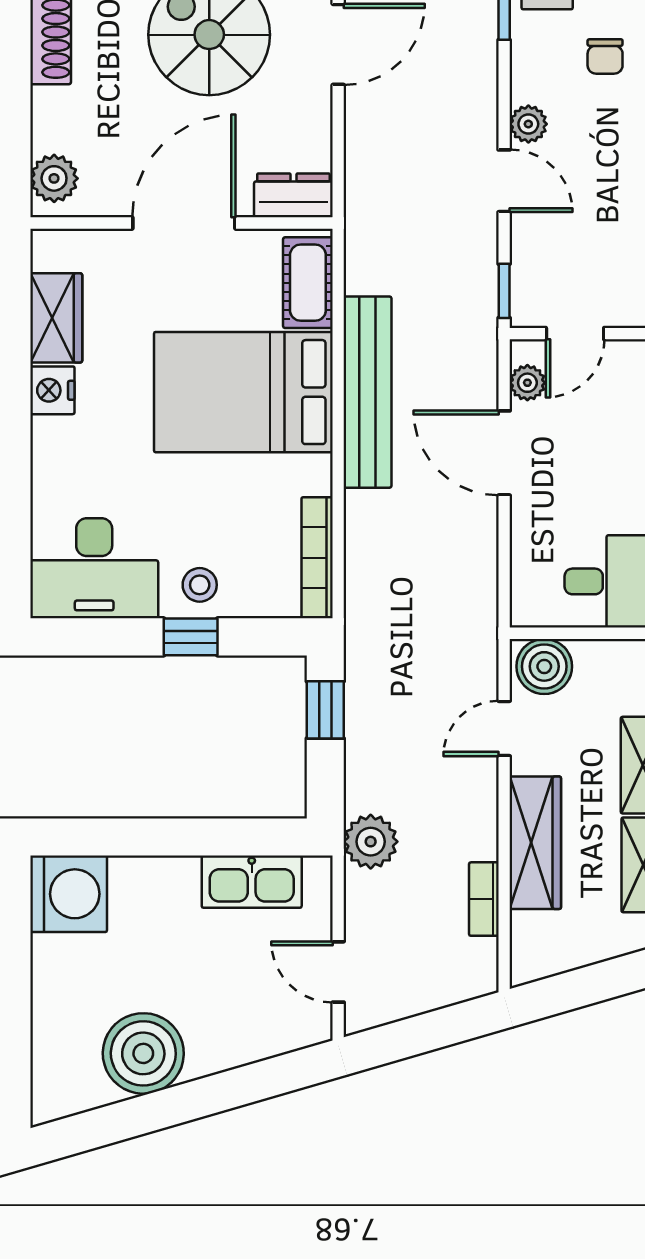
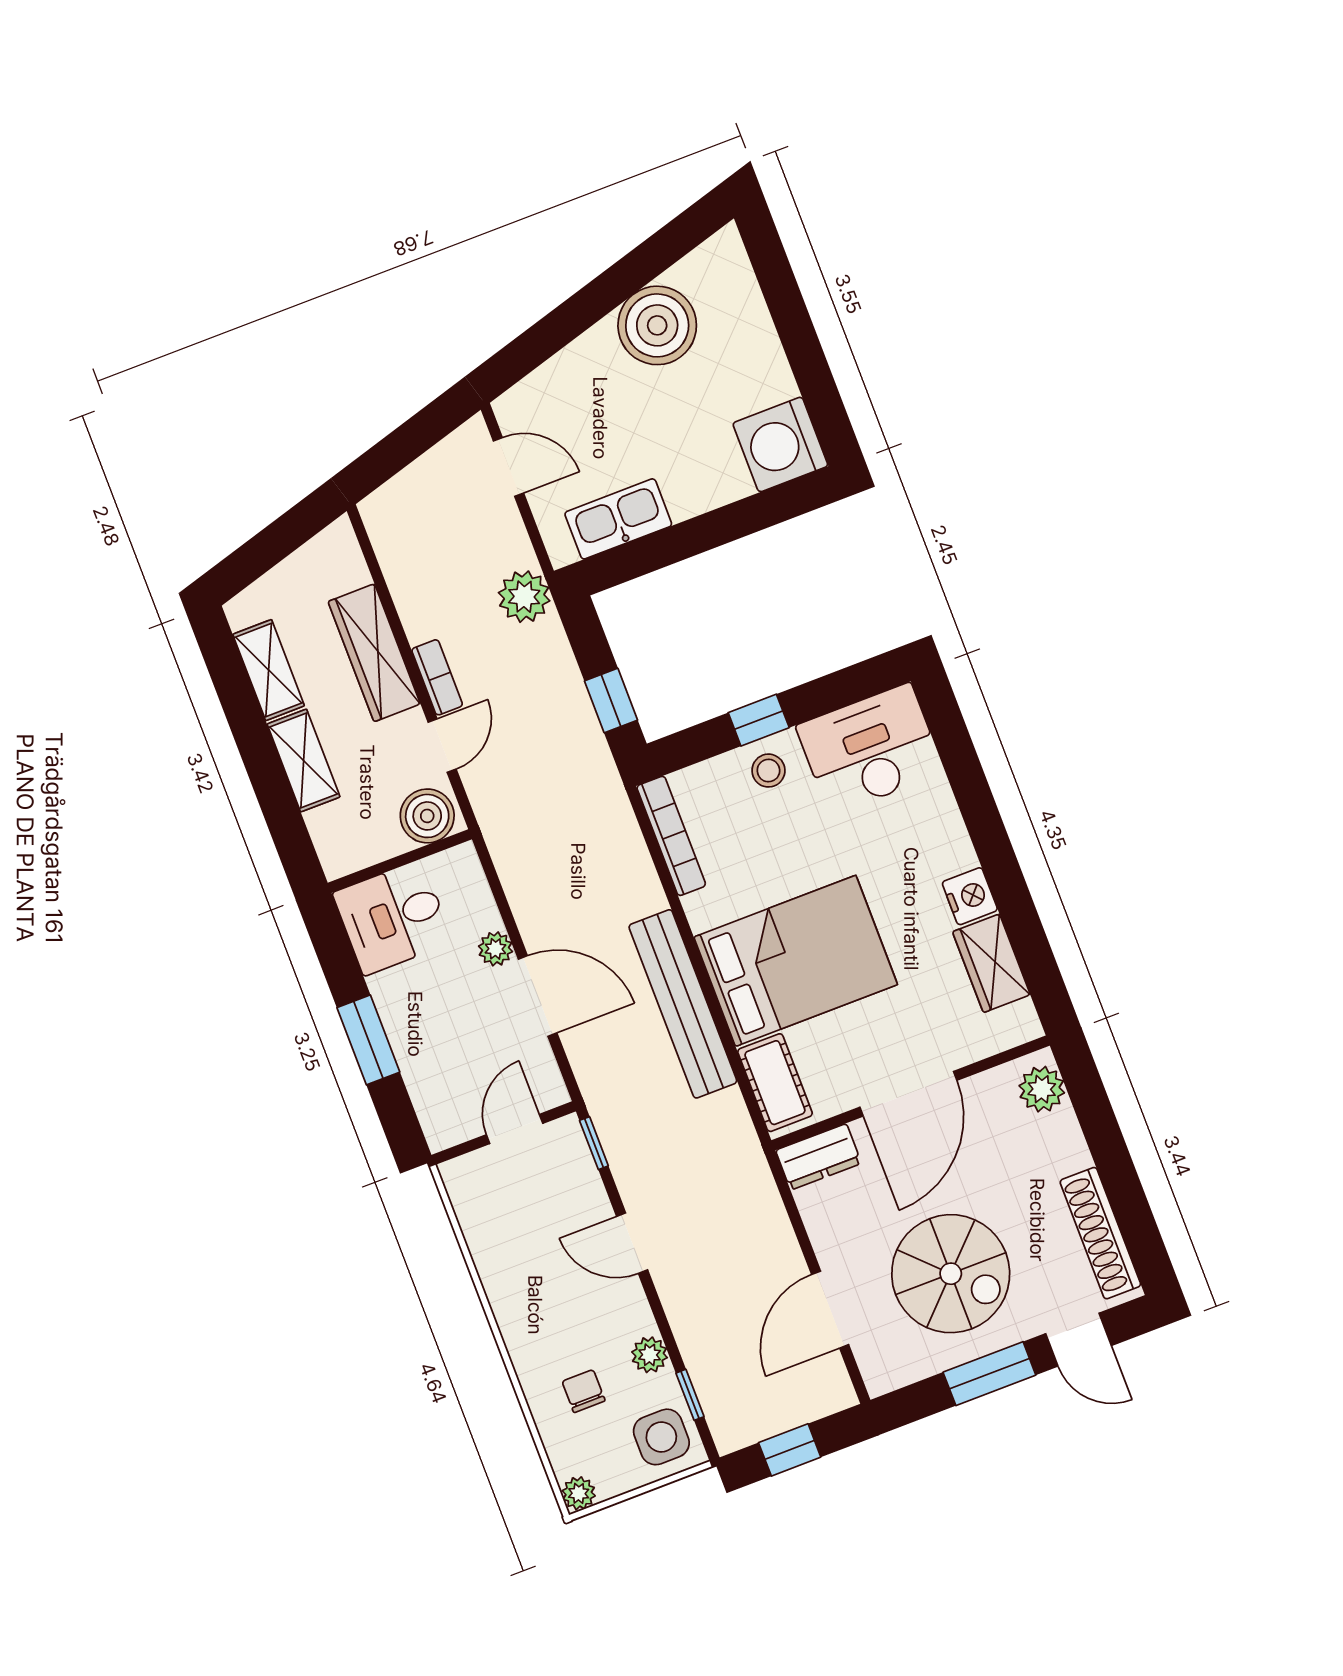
plant: (528, 124) -> (650, 1355), moved
plant: (527, 383) -> (495, 949), moved
bookcase: (484, 899) -> (437, 677), moved

